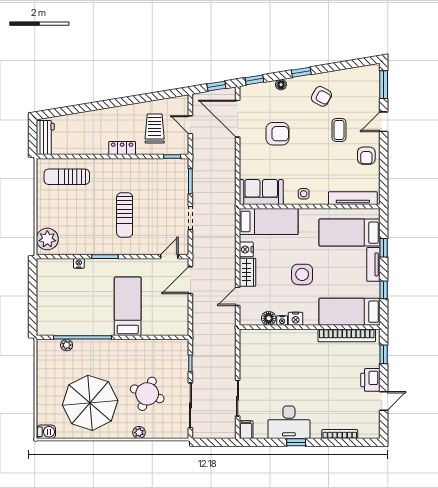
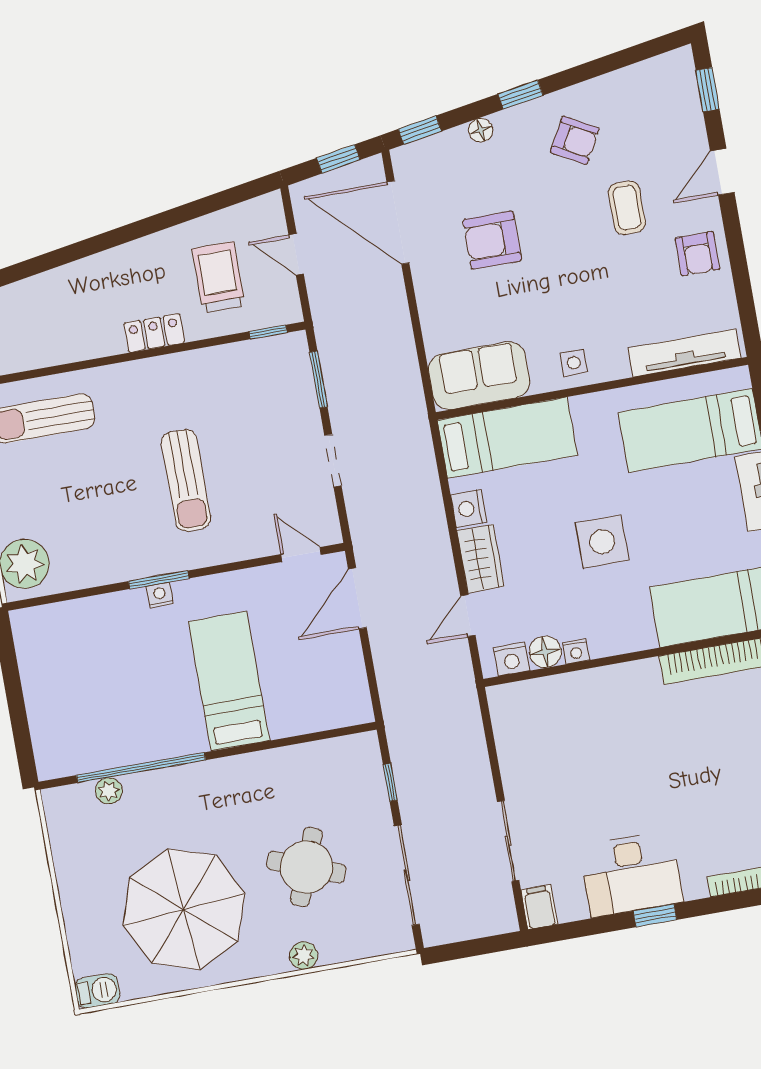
window: (384, 85) -> (708, 90), width x0.67
armchair: (277, 134) -> (492, 240), turned 180
door: (169, 257) -> (301, 554), hinge flipped
nightstand: (79, 263) -> (160, 595), moved
nightstand: (296, 319) -> (511, 659), moved

